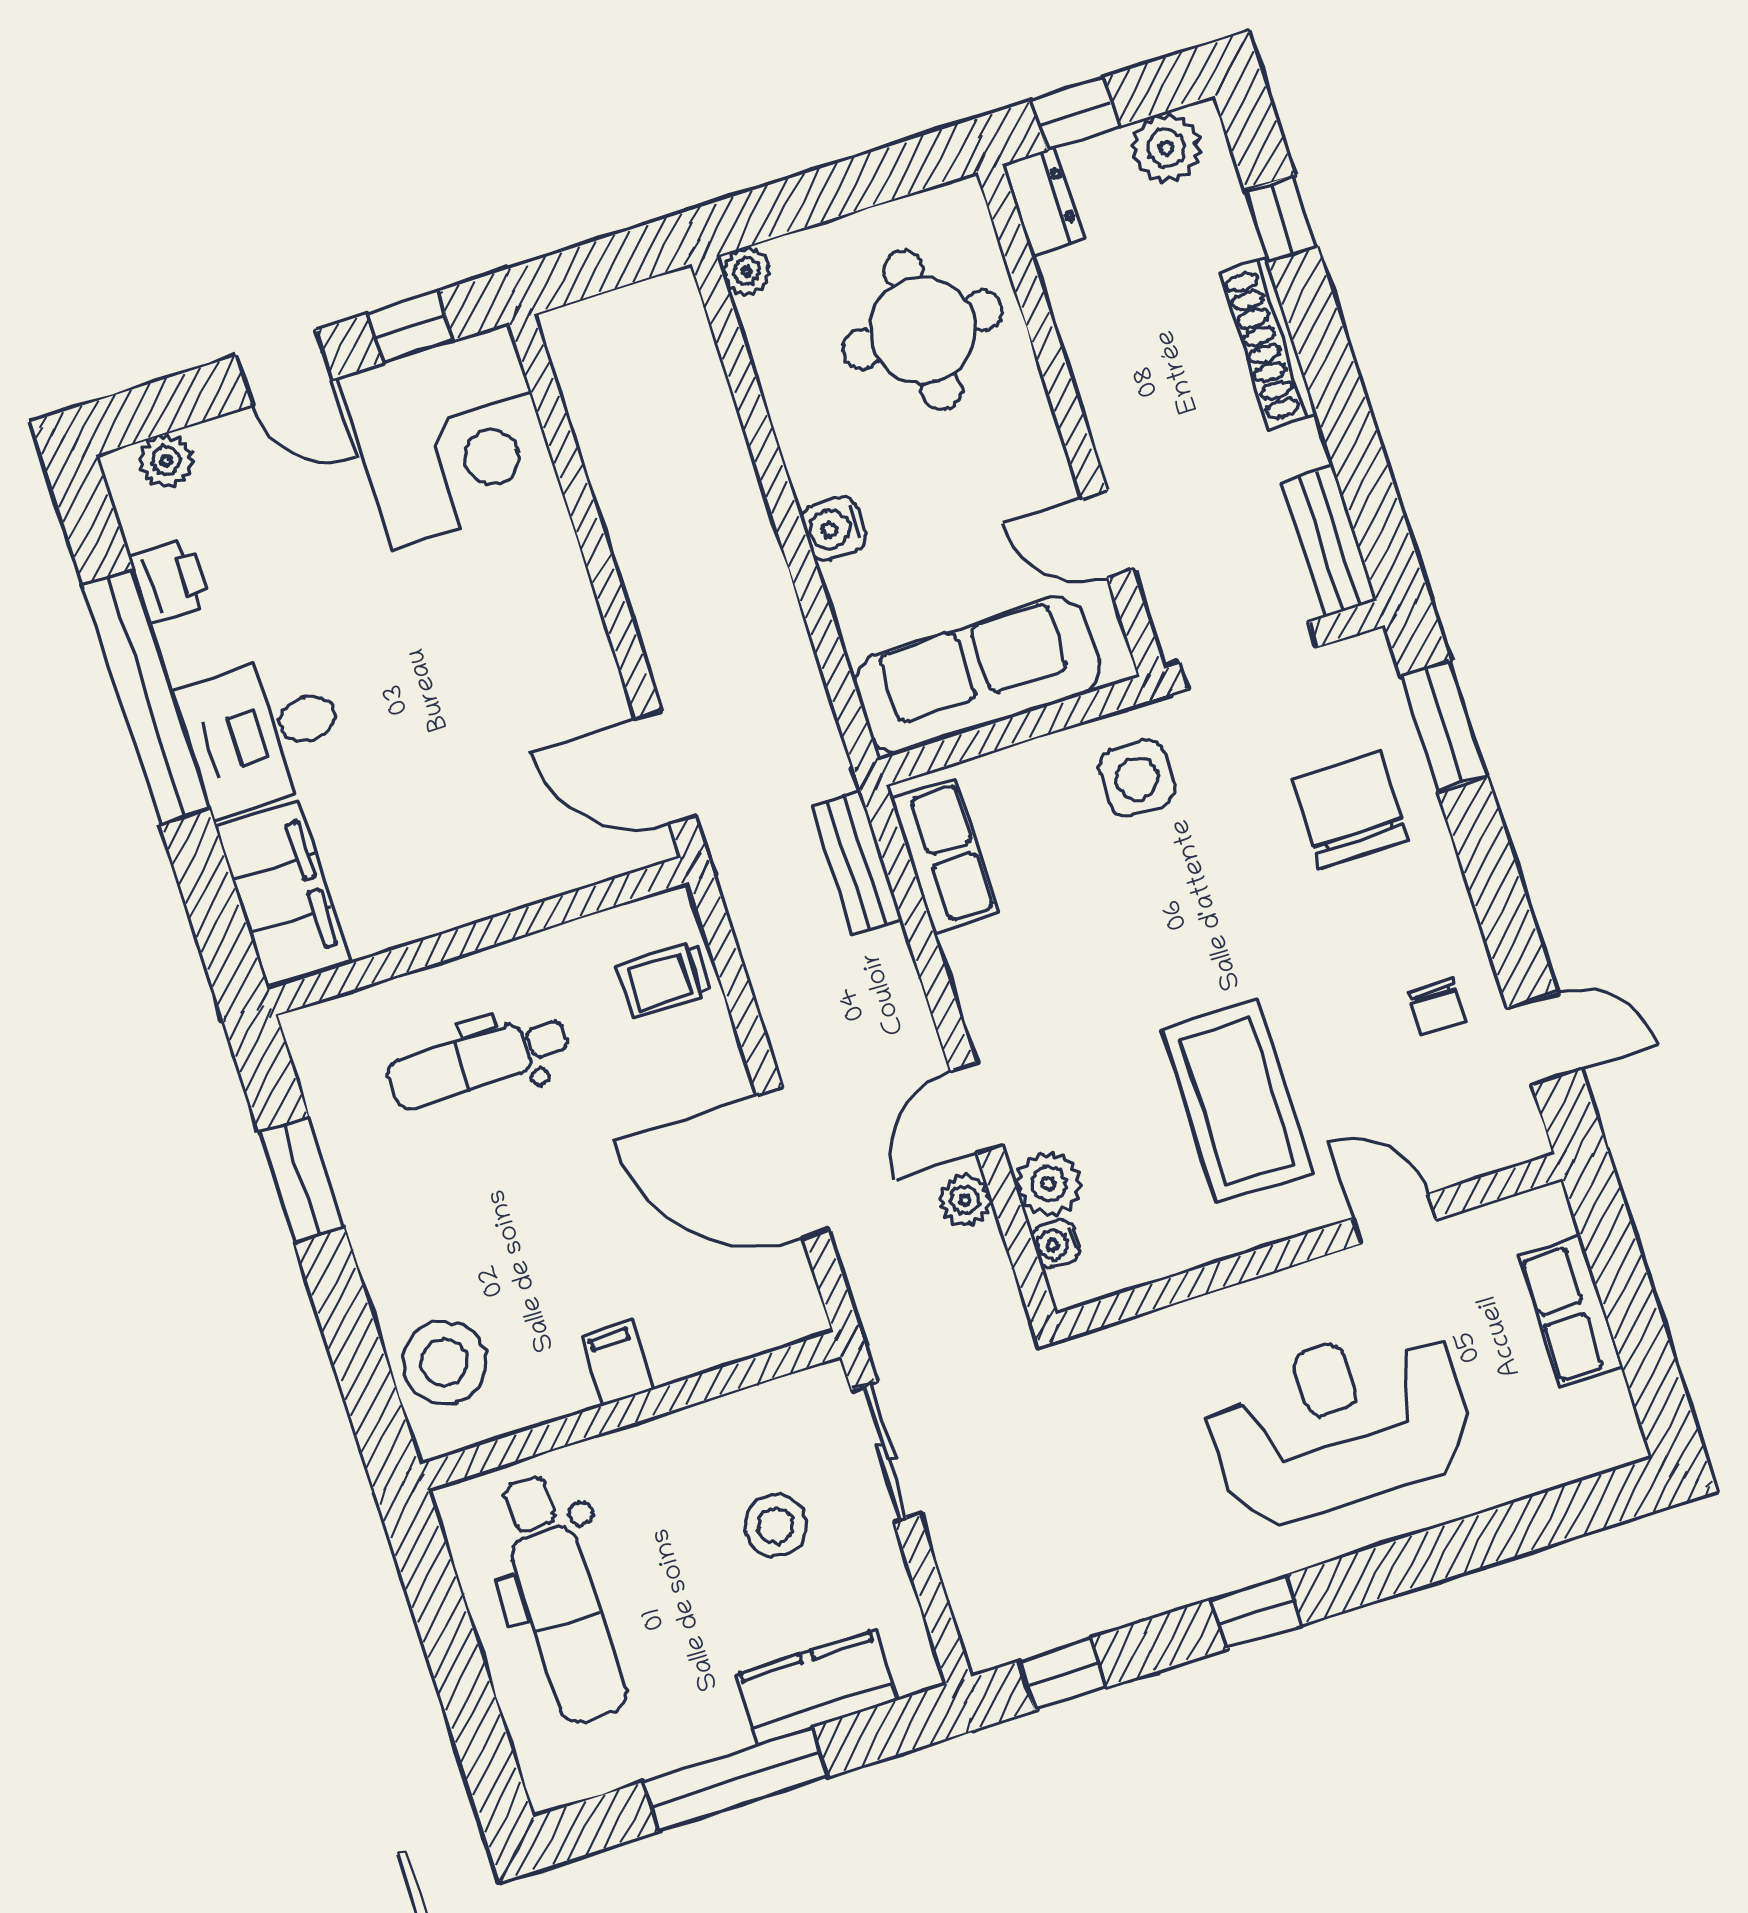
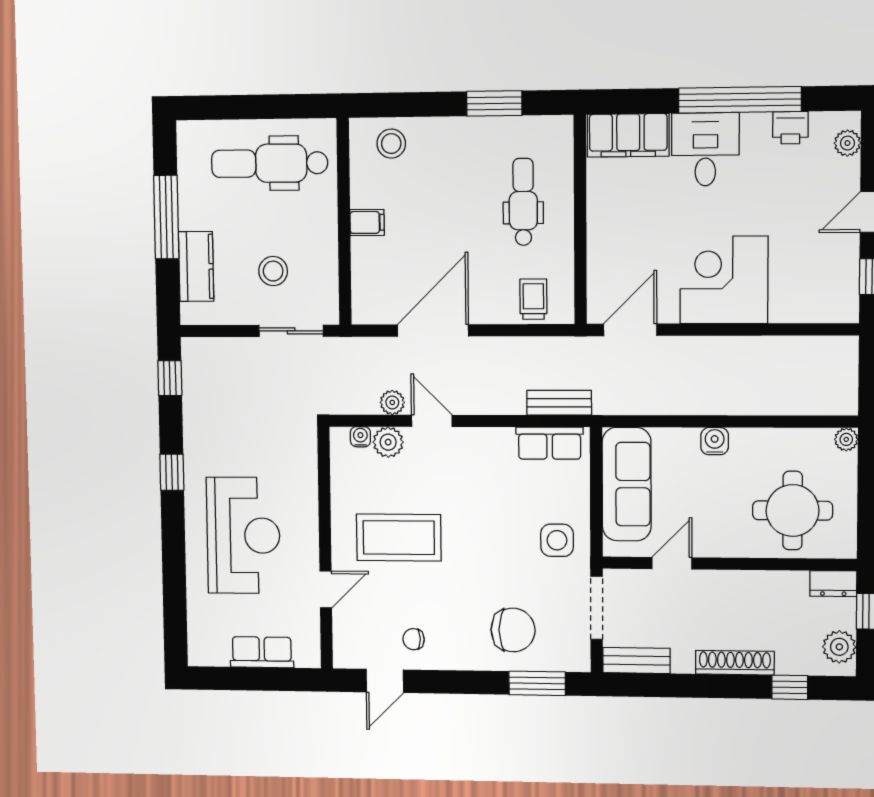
corner desk: (451, 436) -> (724, 280), moved, turned 90
stool: (444, 1363) -> (391, 144), width x0.73, depth x0.73

